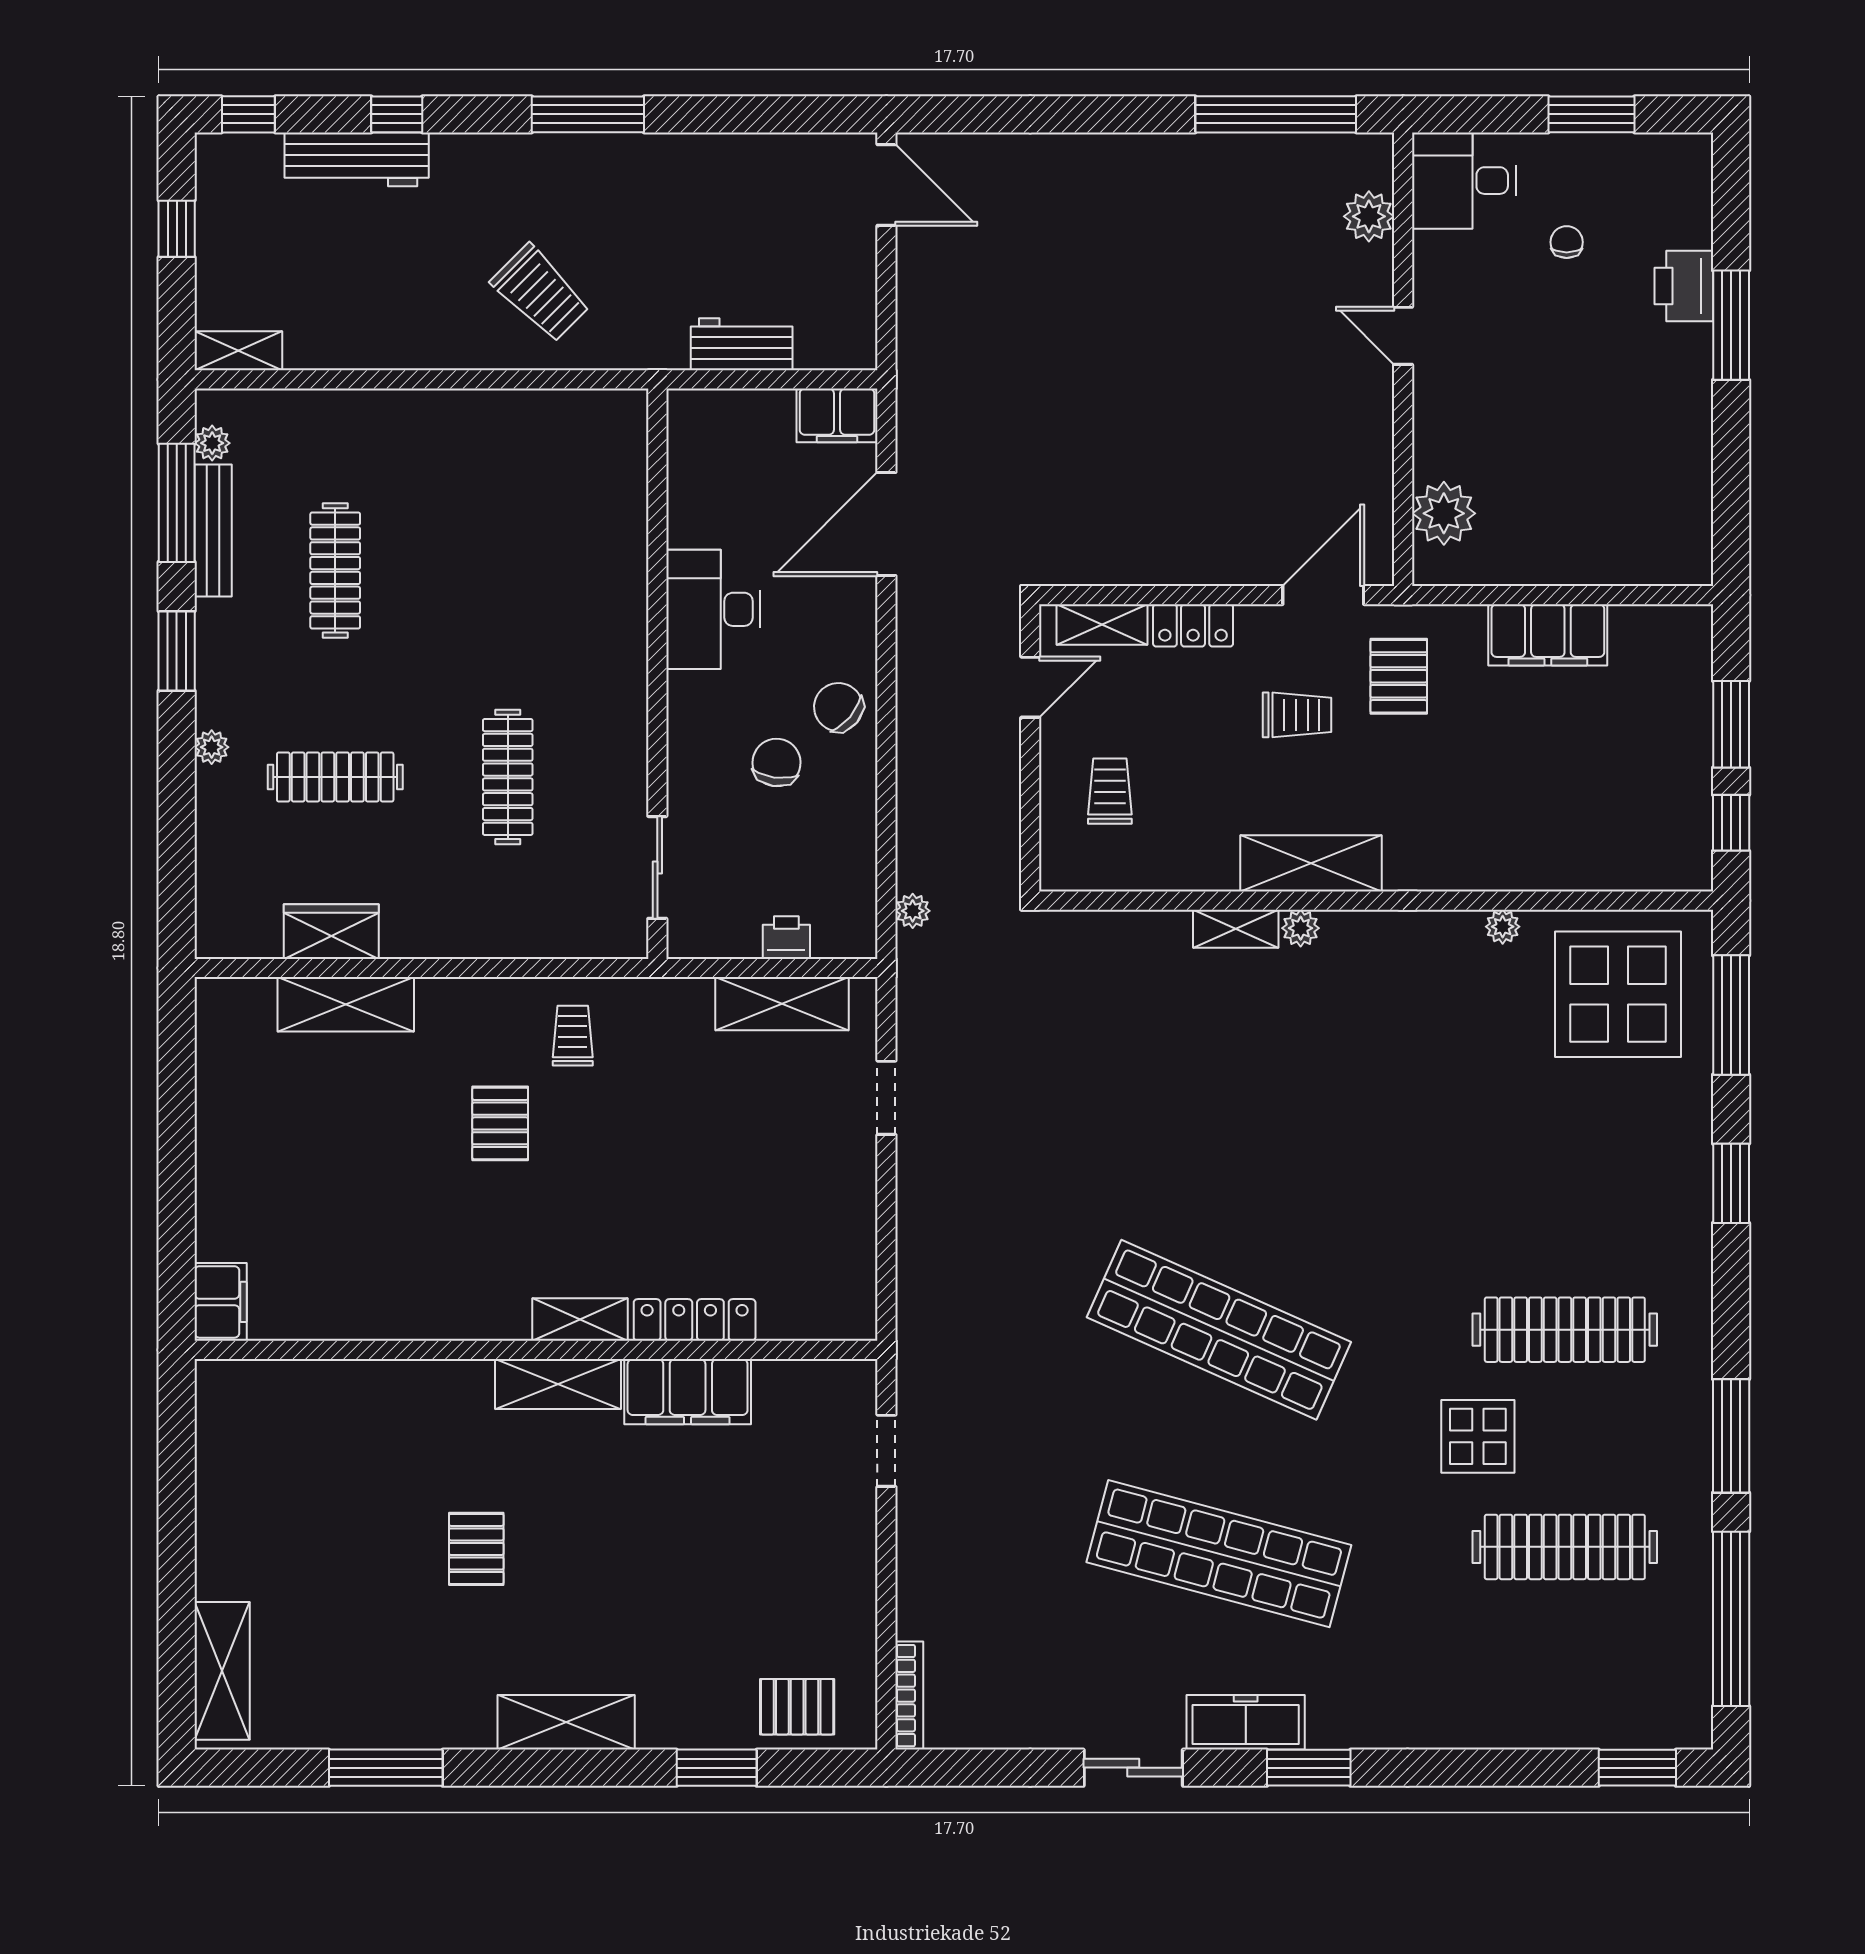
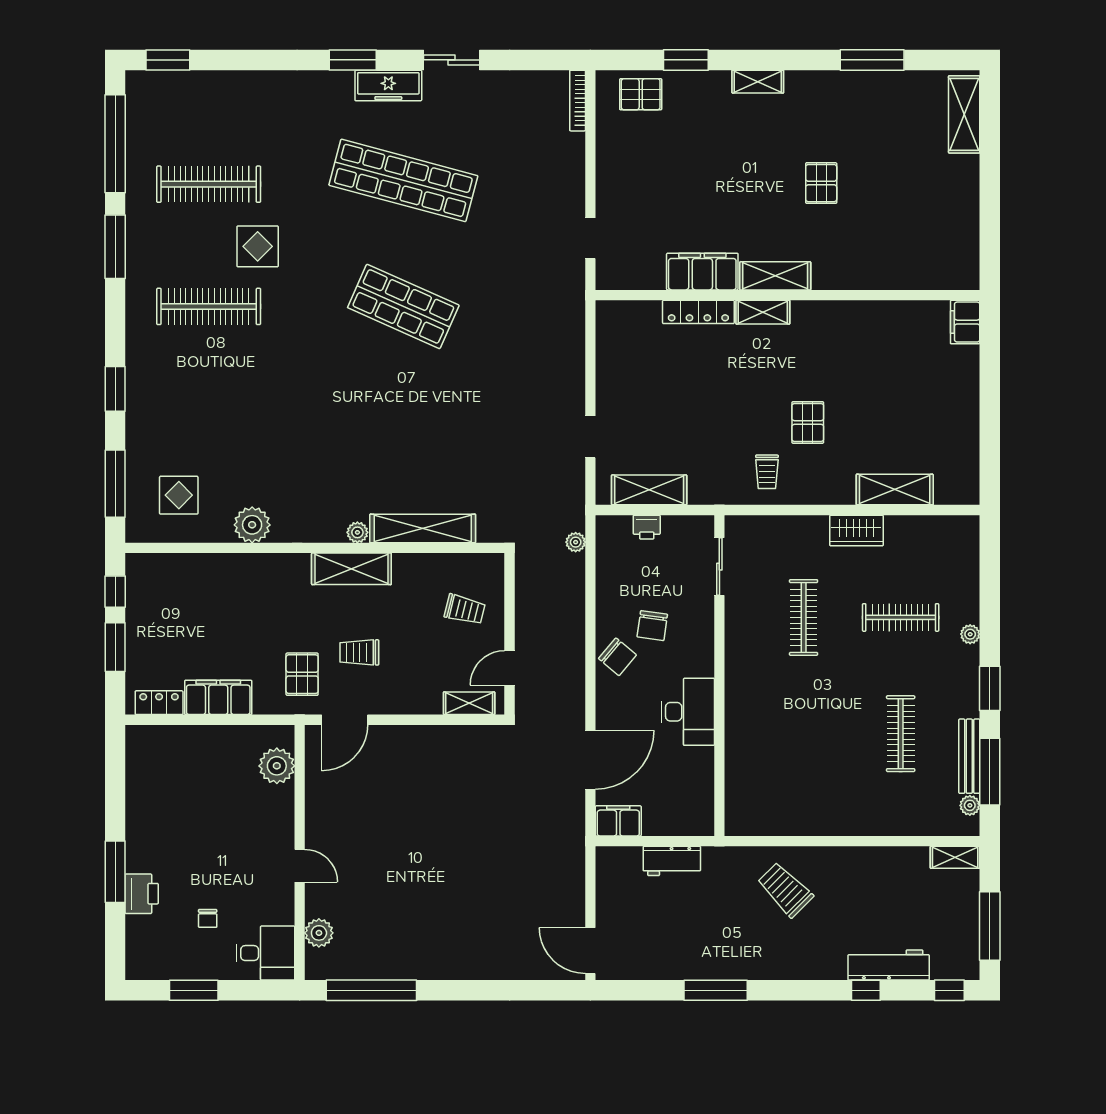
window: (588, 114) -> (716, 990), moved
window: (177, 229) -> (990, 926), width x2.17
locker: (1193, 625) -> (159, 703), moved
trolley: (1110, 791) -> (465, 609), turned -76
plant: (1503, 927) -> (252, 525), width x1.88, depth x1.88
shelving: (1236, 929) -> (423, 528), width x2.20, depth x1.33
wardrobe: (331, 932) -> (856, 530), moved
display table: (1618, 994) -> (179, 495), width x0.54, depth x0.54
shop shelf: (1219, 1330) -> (403, 306), width x0.71
shelving: (566, 1722) -> (758, 82), width x0.67, depth x0.75

